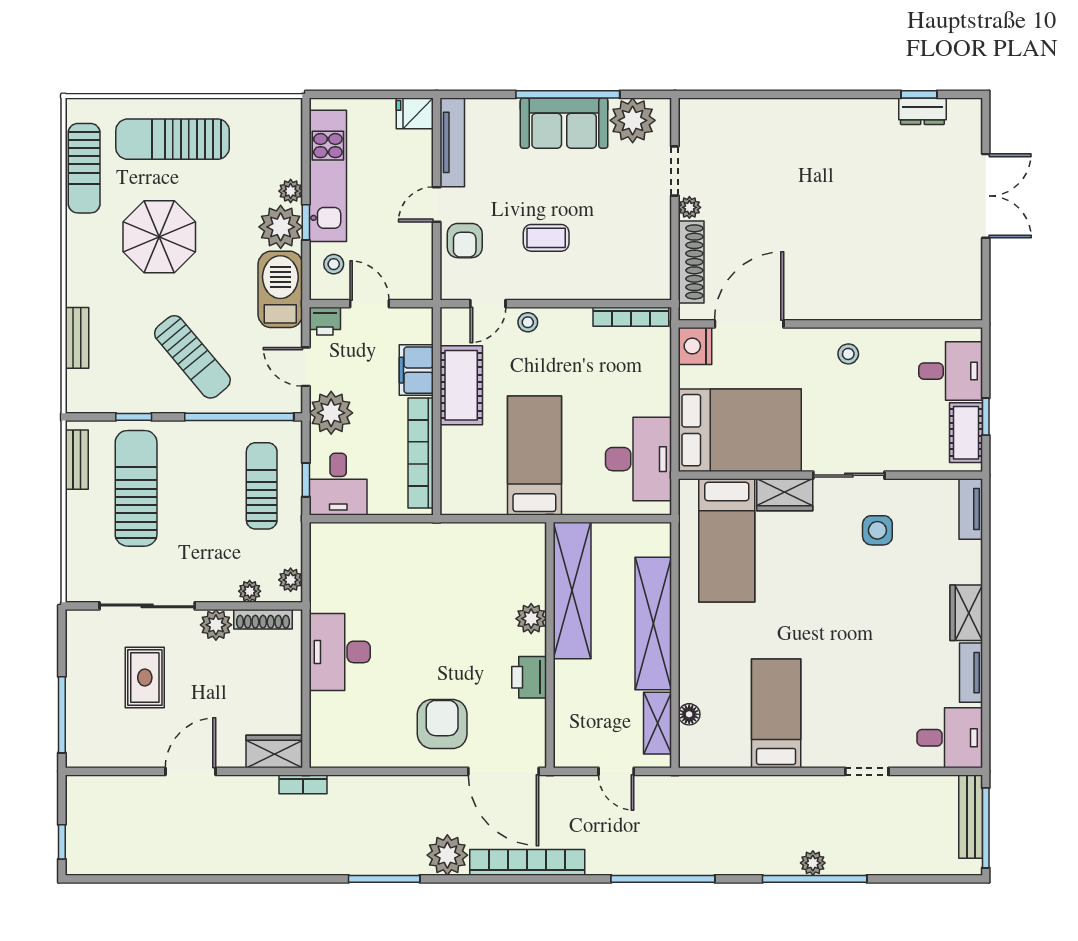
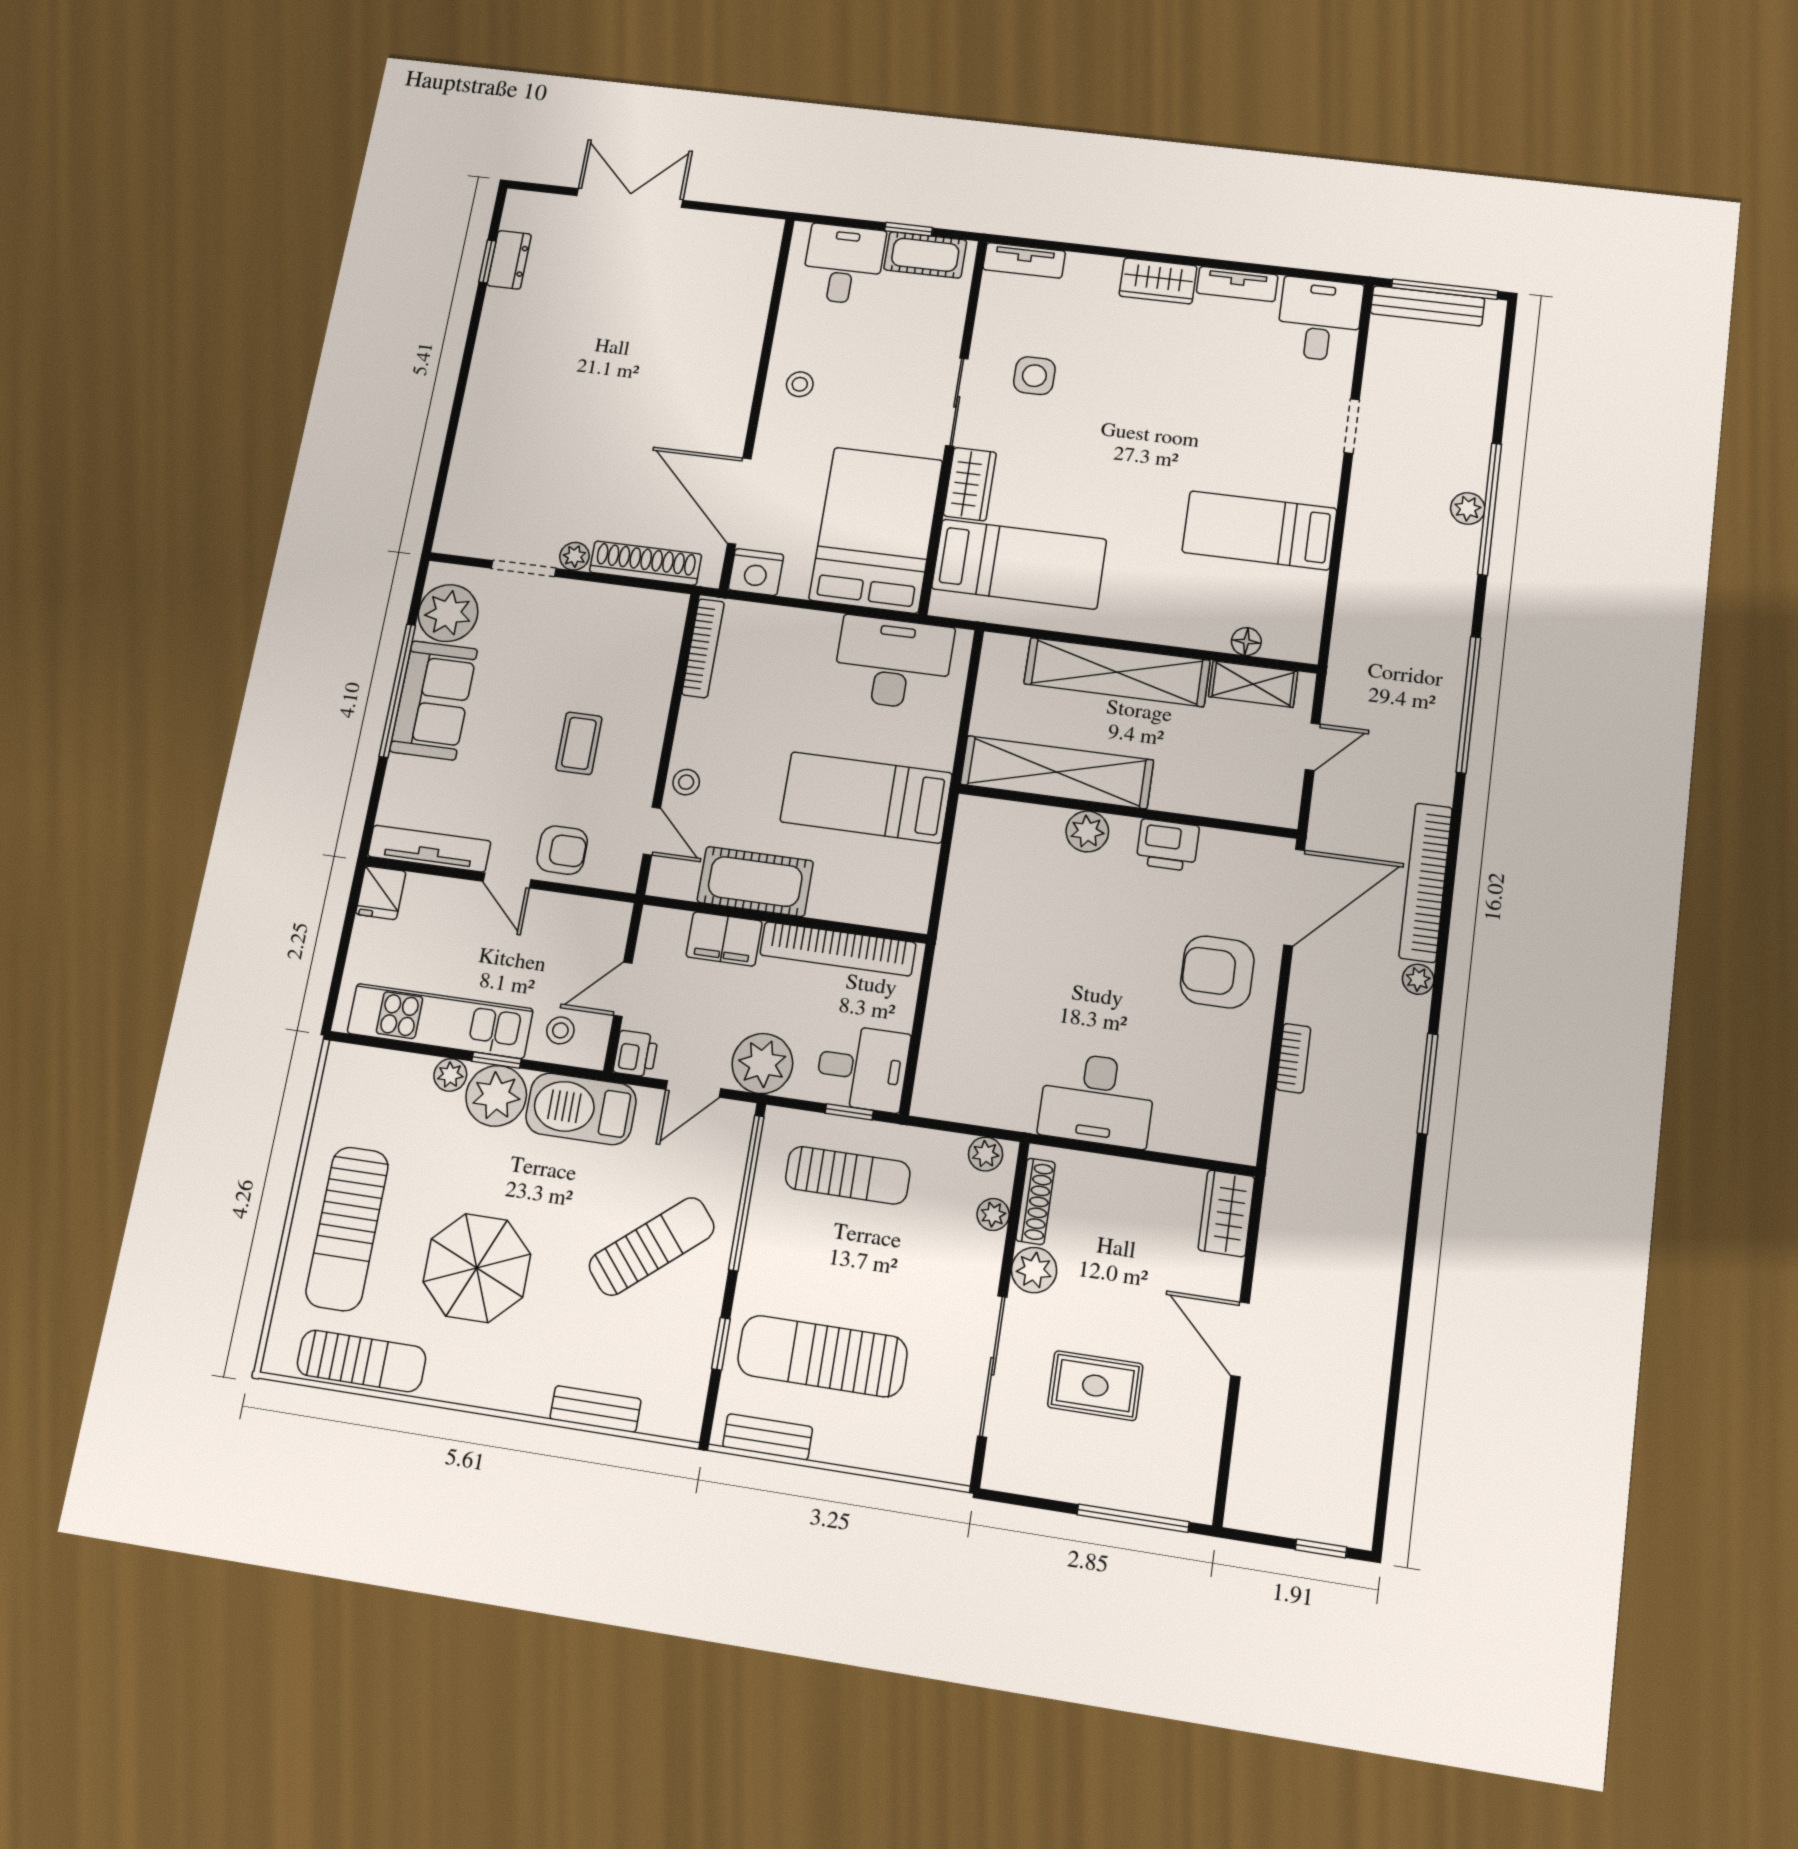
sun lounger: (262, 486) -> (848, 1175), turned 180
bookcase: (303, 784) -> (1293, 1058), moved
plant: (447, 855) -> (1418, 979), width x0.53, depth x0.53

